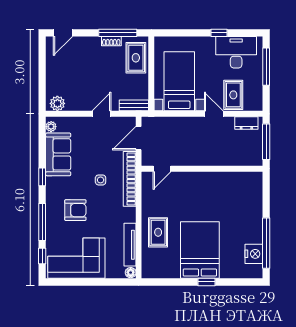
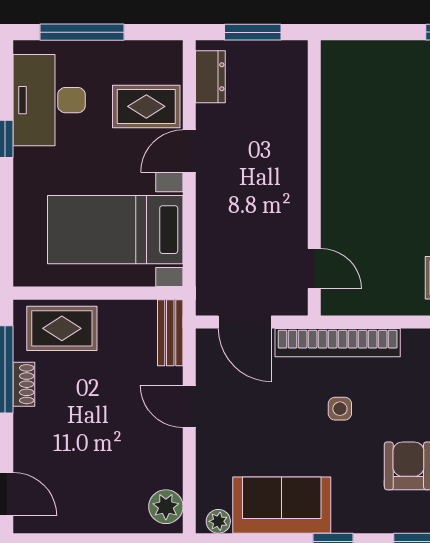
window: (266, 142) -> (253, 32), width x0.69

